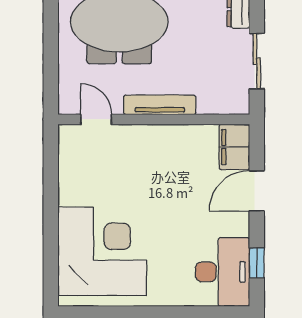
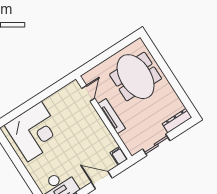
filing cabinet: (234, 147) -> (119, 156), width x0.50

